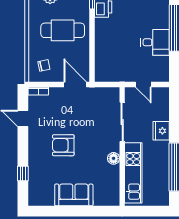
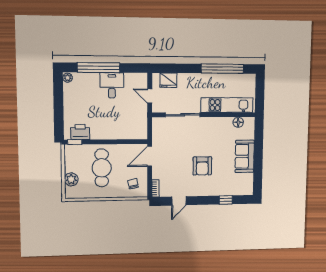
door: (143, 84) -> (150, 96), swing flipped
fridge: (161, 131) -> (168, 80), moved
floor lamp: (114, 158) -> (238, 122), moved

